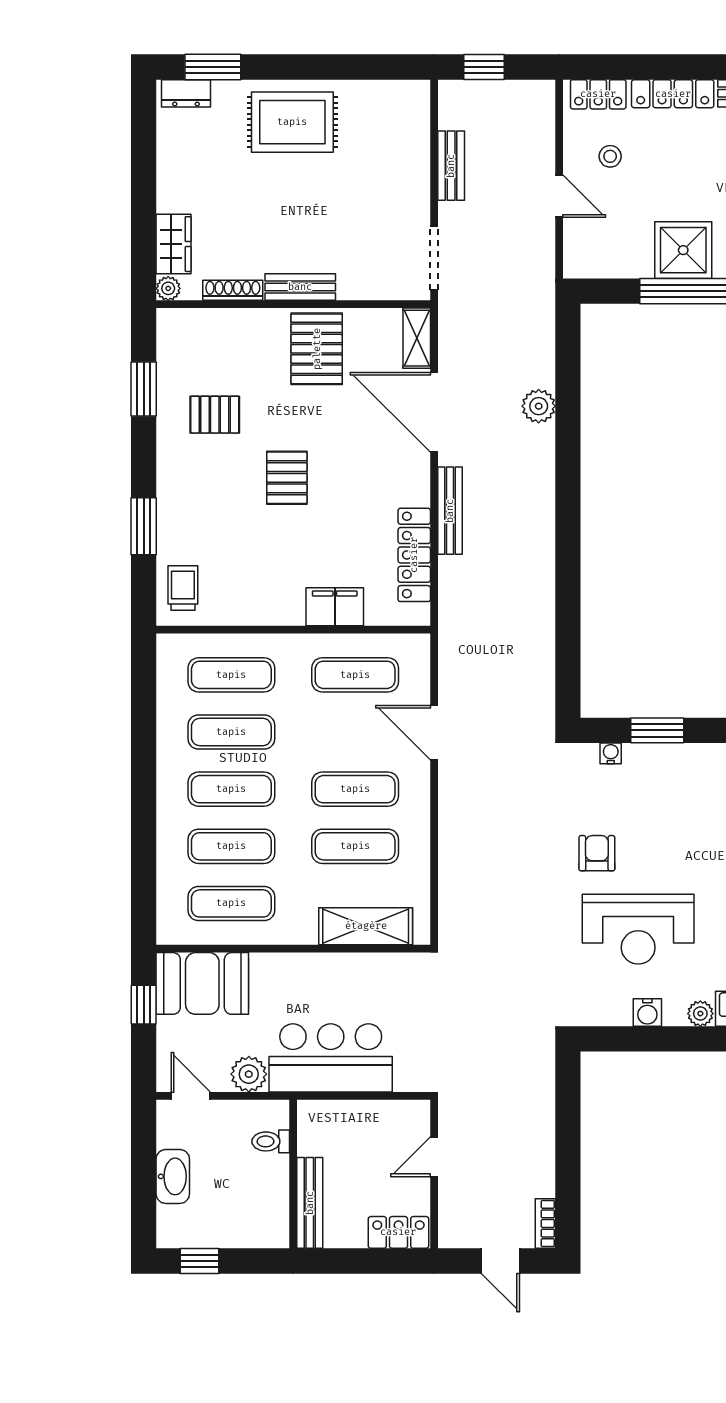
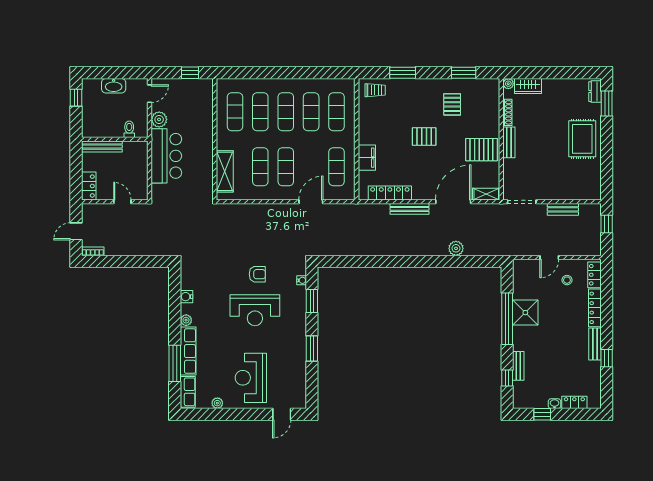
reception desk: (638, 929) -> (255, 310), moved, turned -90
booth: (202, 983) -> (199, 99), removed

